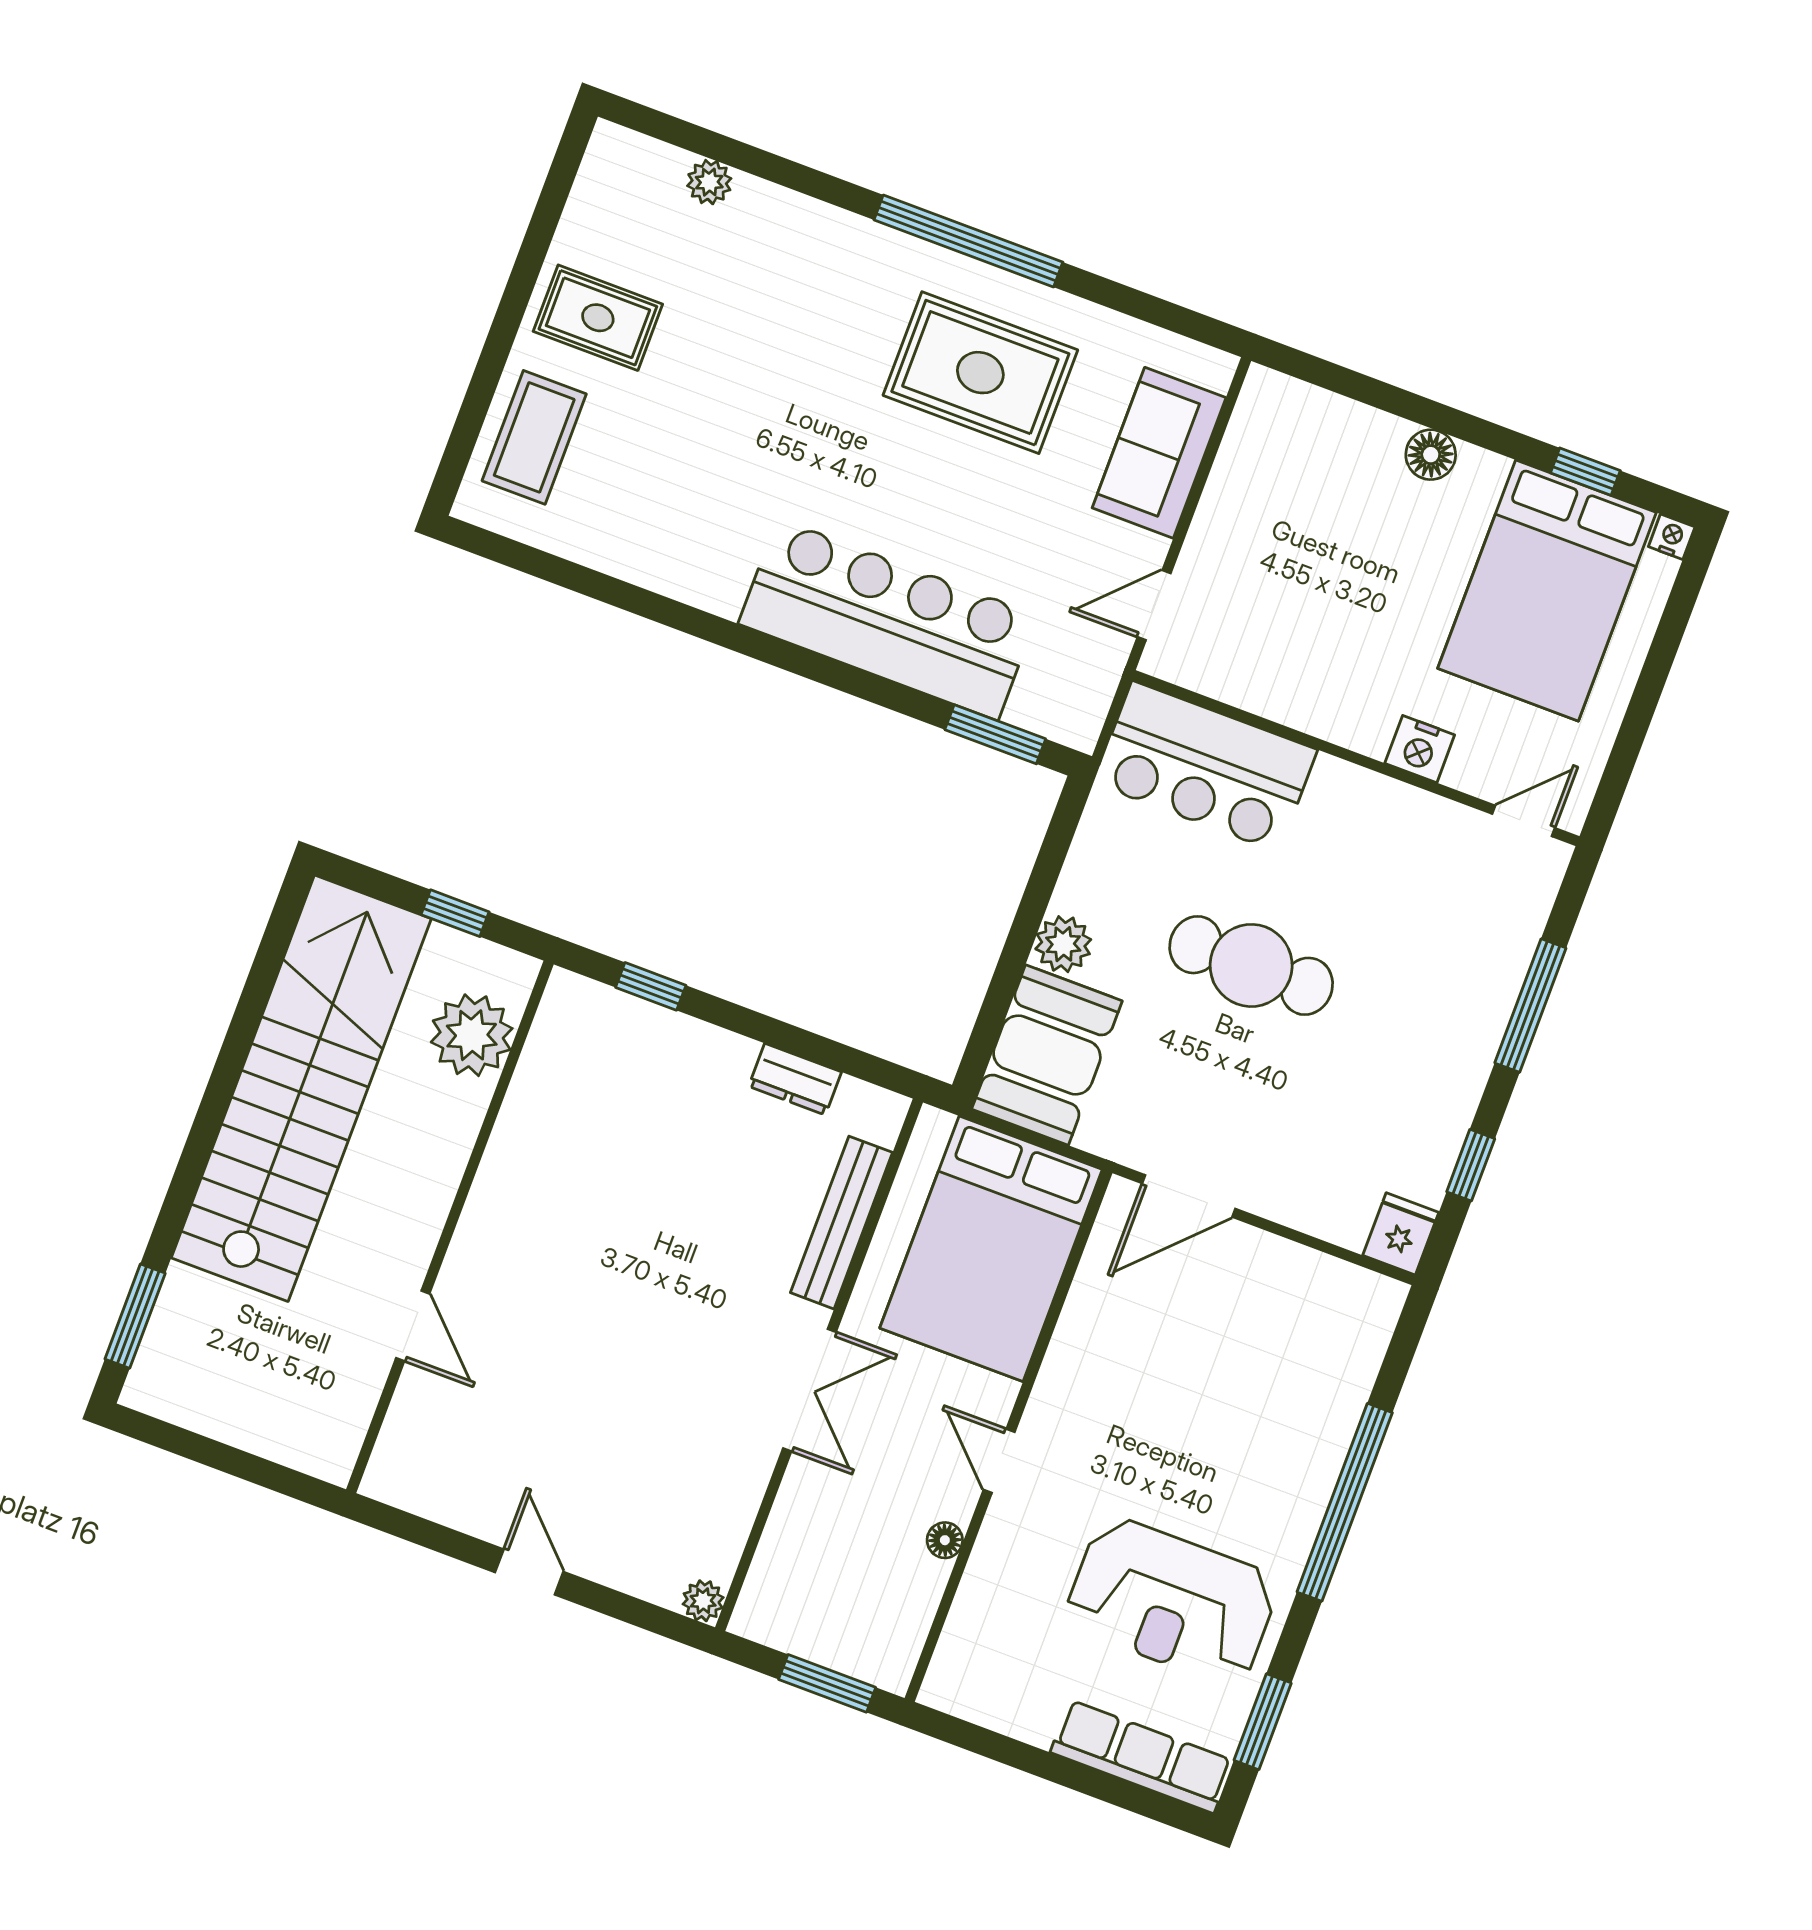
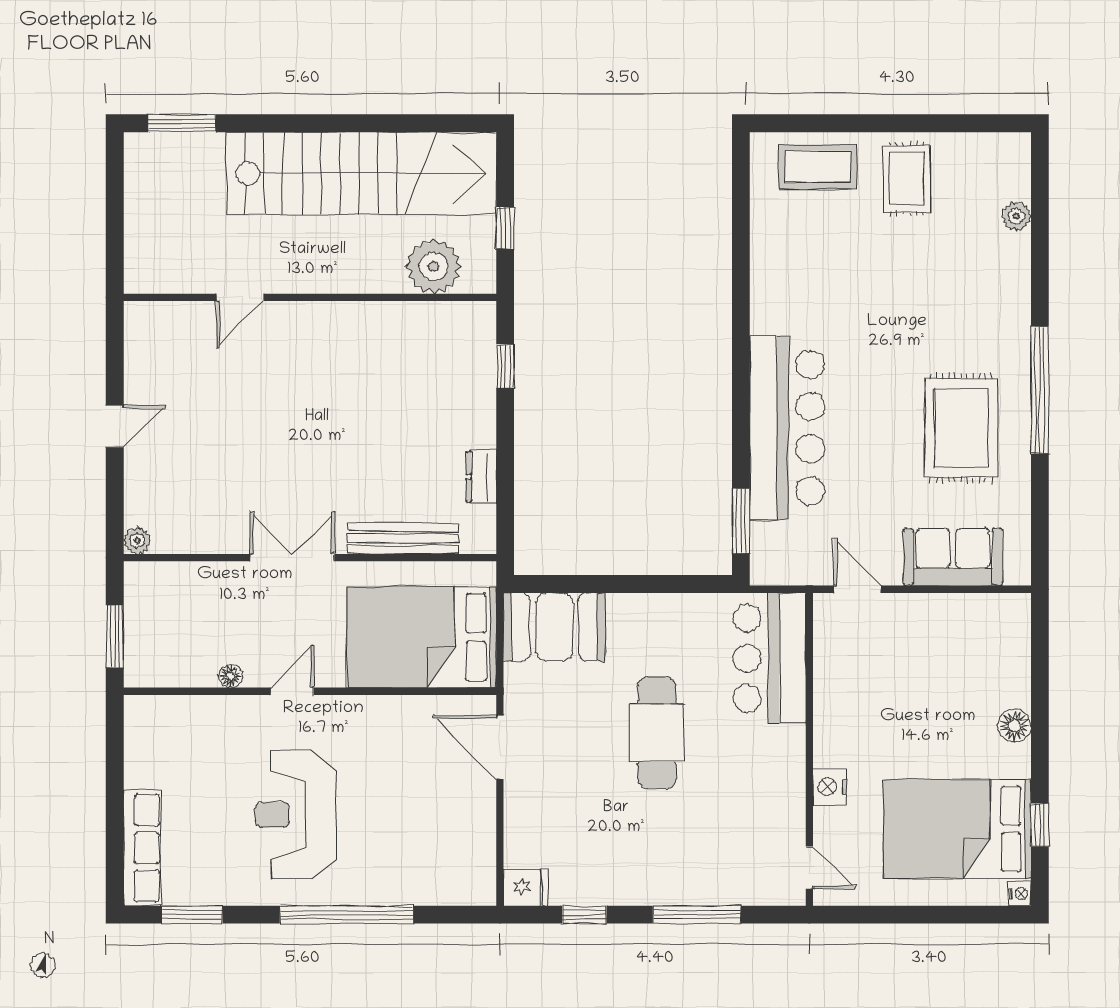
plant: (1063, 944) -> (627, 611), removed
double door: (810, 1390) -> (292, 558), swing flipped
reception desk: (1172, 1601) -> (296, 815), moved

